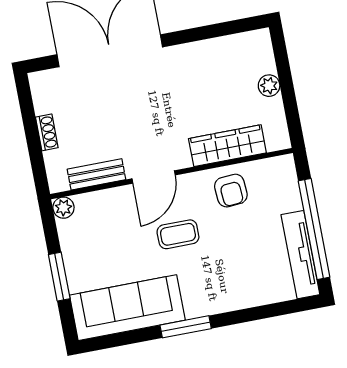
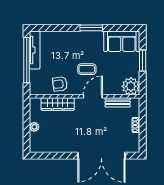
armchair: (231, 191) -> (60, 84), turned -93
plant: (63, 208) -> (131, 86), width x1.88, depth x1.88
sofa: (127, 308) -> (122, 41), width x0.73

